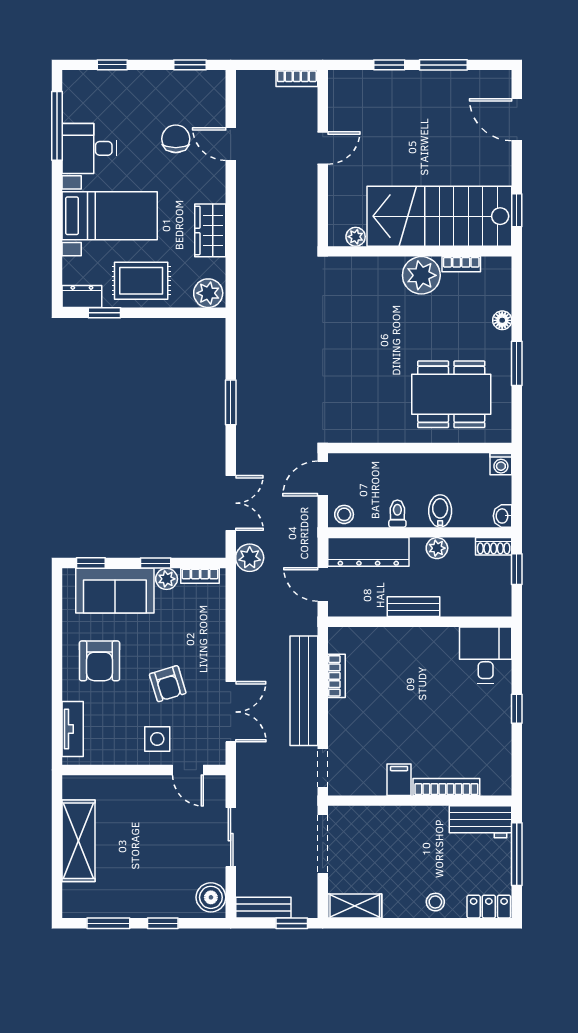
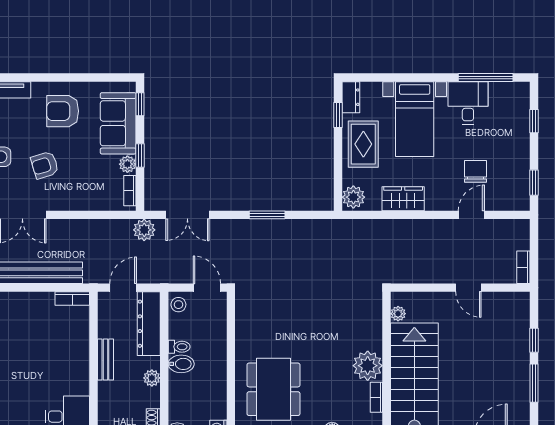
chair: (176, 139) -> (476, 171), turned -90
bidet: (440, 511) -> (181, 364), moved
bookcase: (336, 676) -> (72, 299), moved

